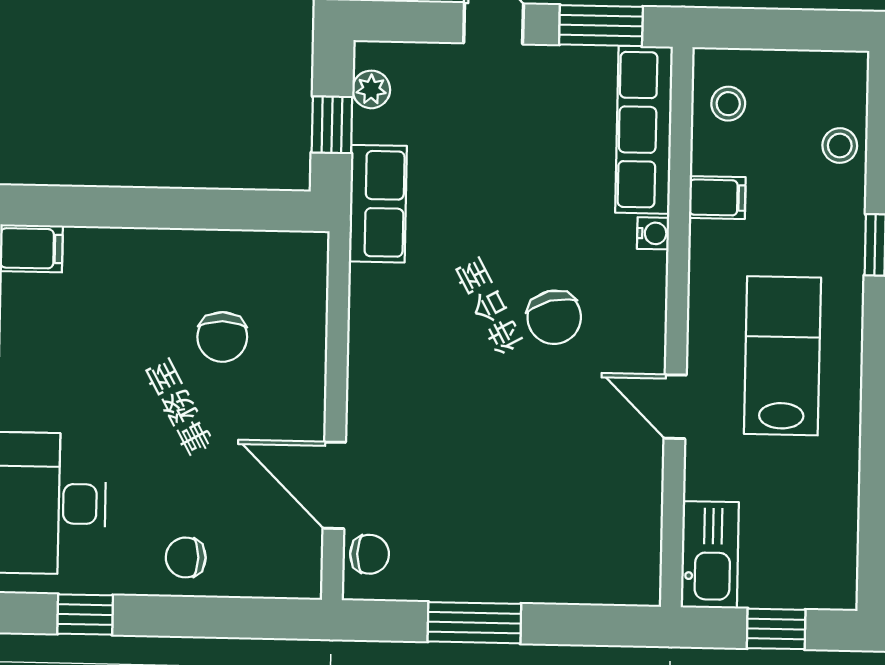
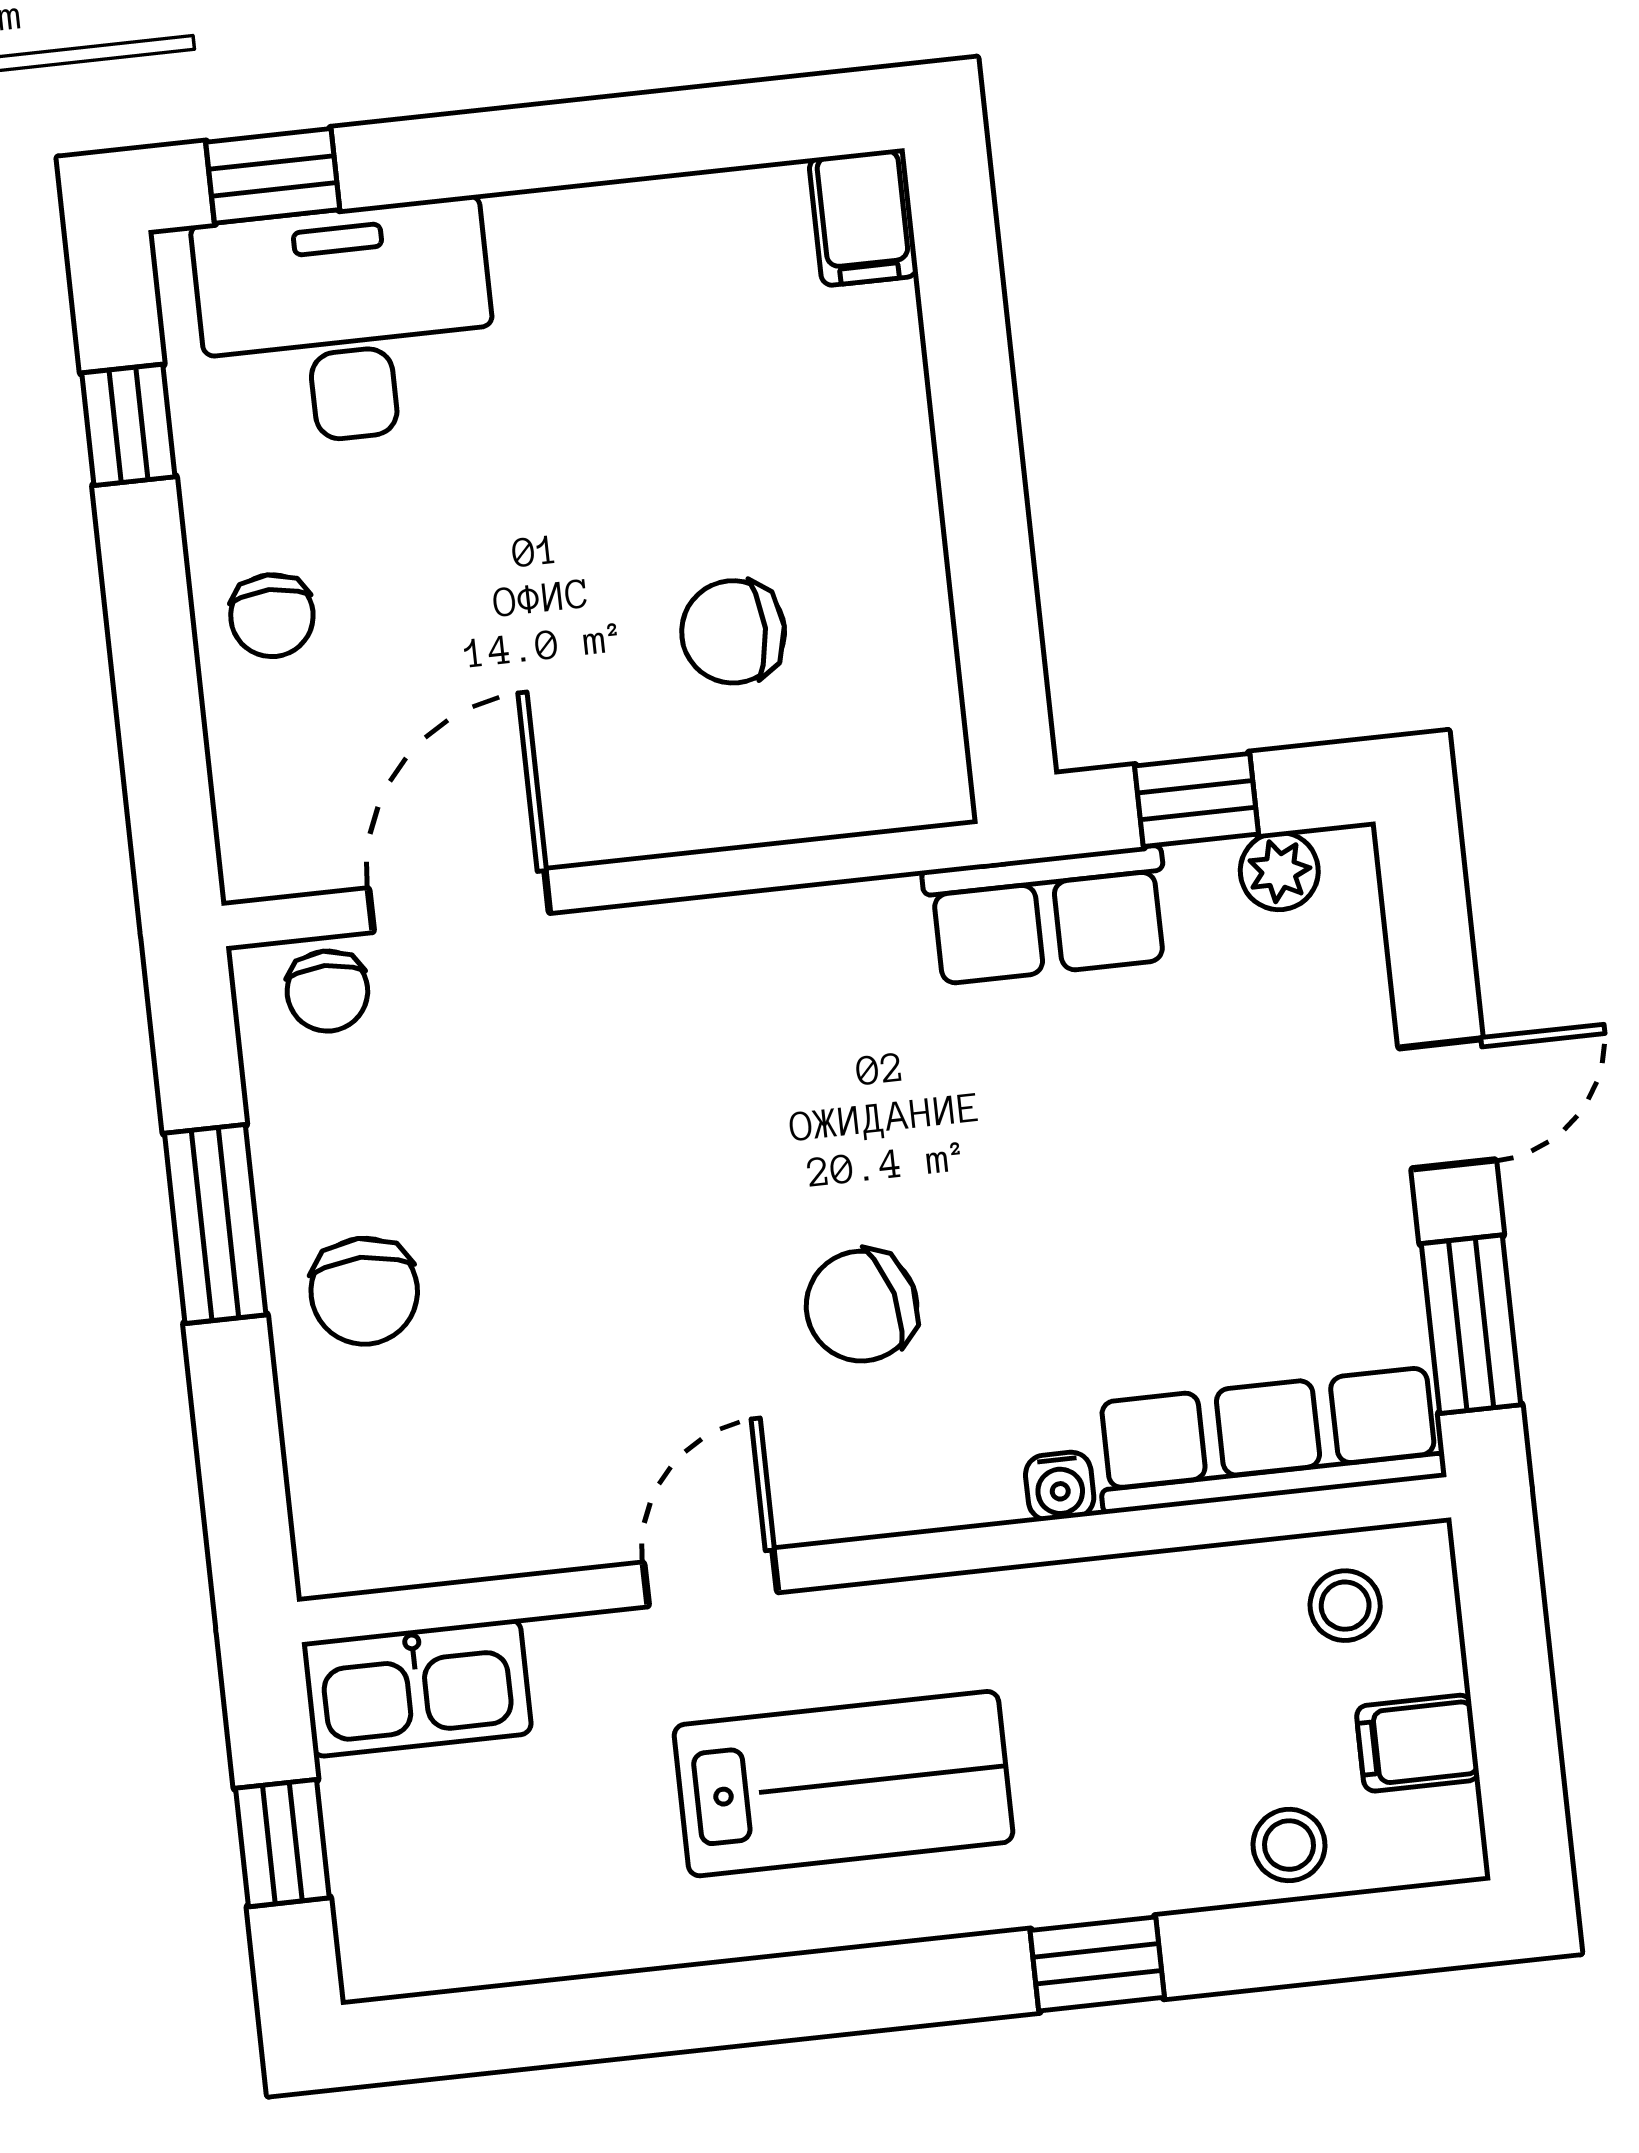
filing cabinet: (717, 198) -> (1418, 1743), moved, turned 90
chair: (516, 555) -> (364, 1291), added
chair: (186, 557) -> (272, 616), turned 180

